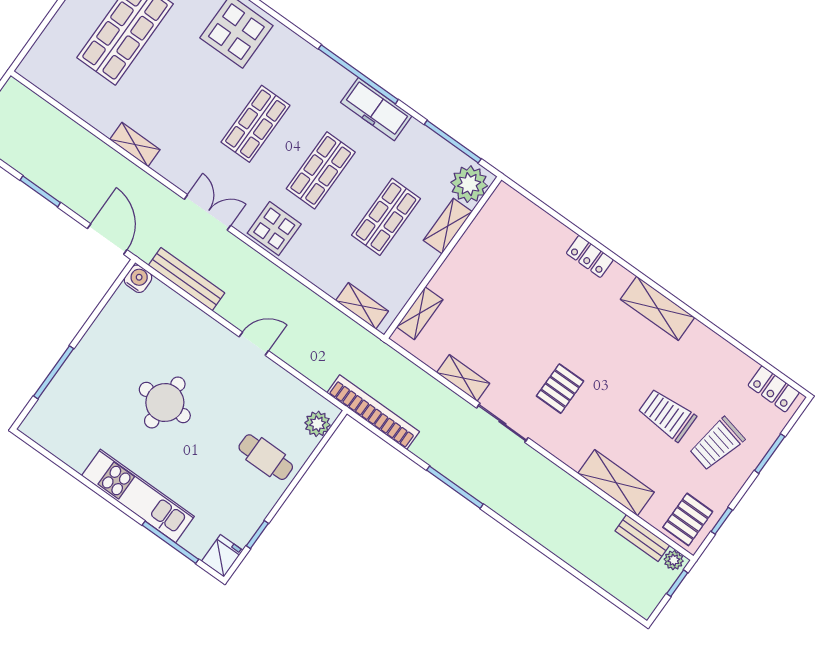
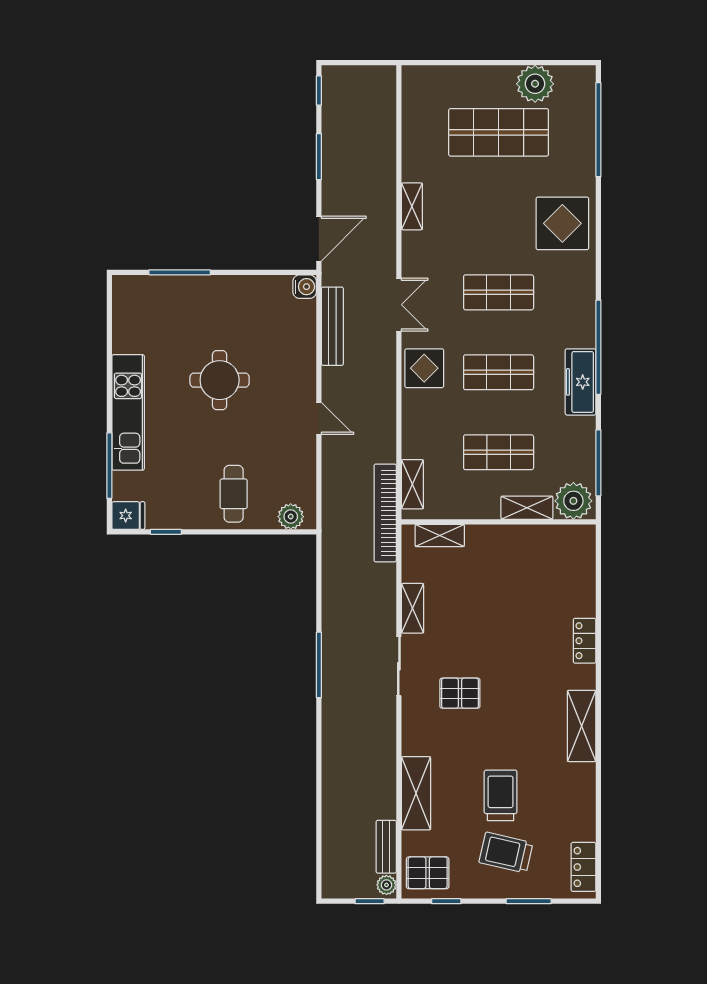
bookcase: (373, 412) -> (385, 513), moved, turned 180

